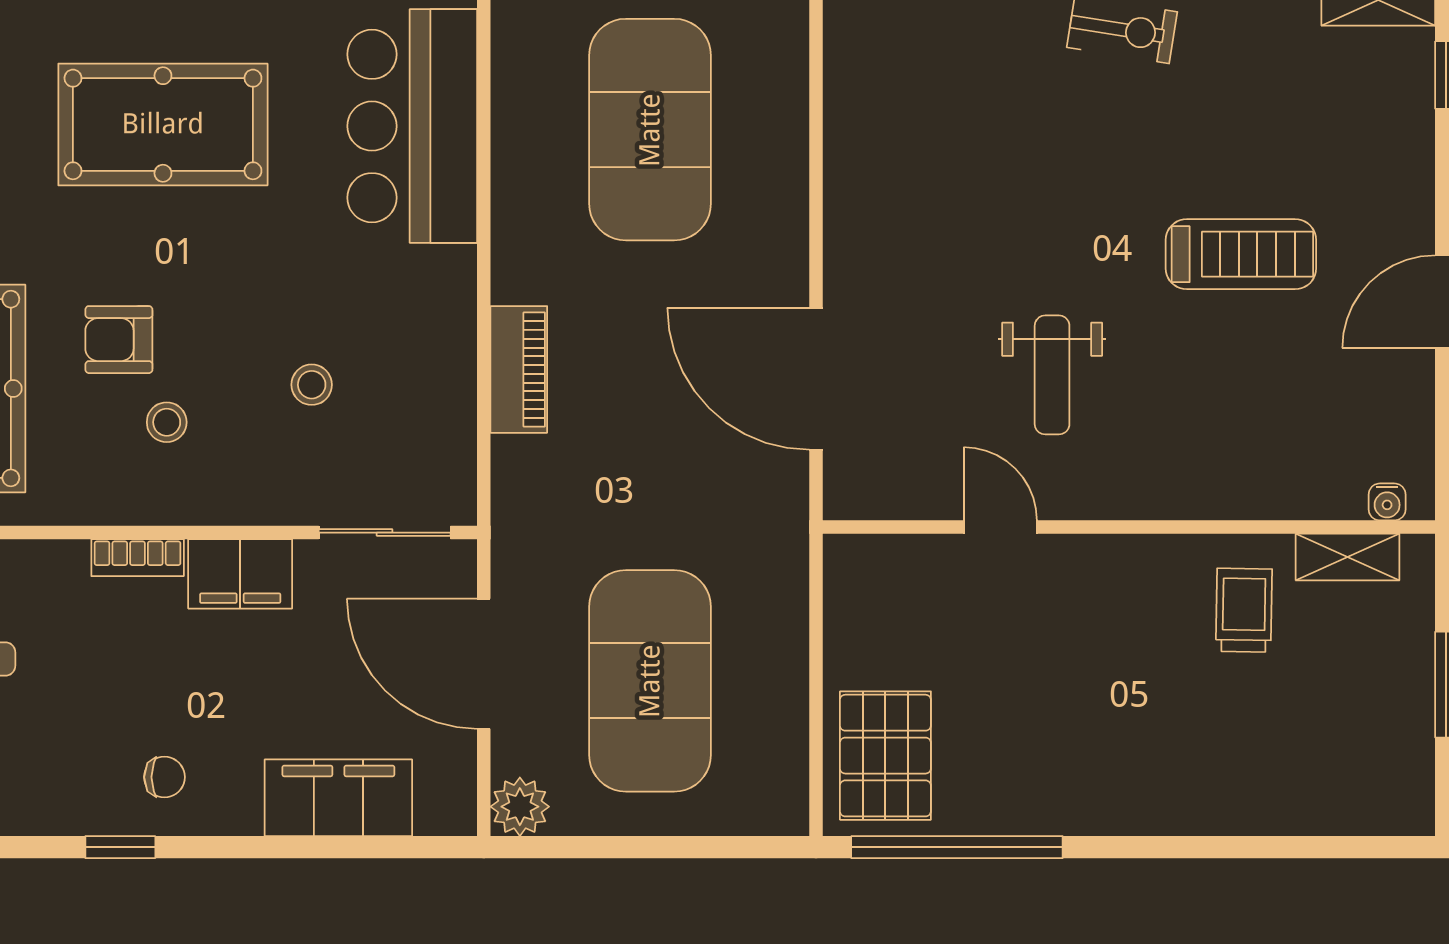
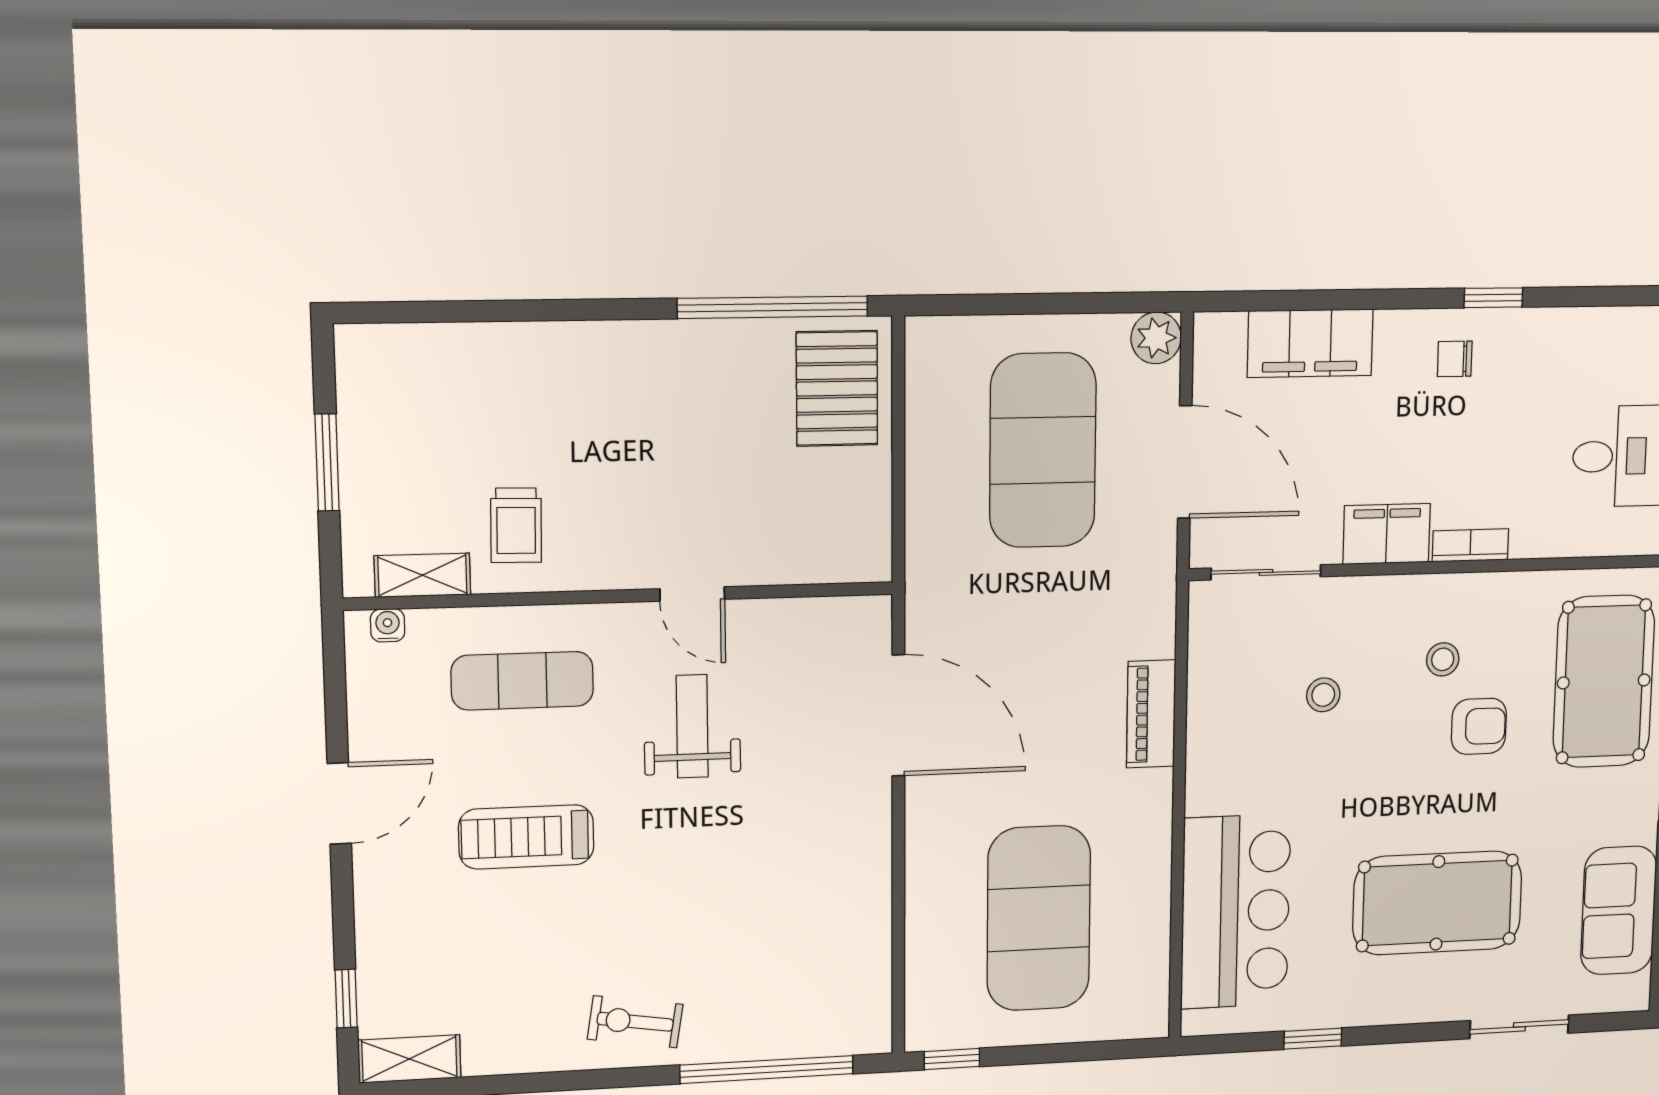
exercise mat: (1241, 434) -> (522, 681), added
door: (1000, 527) -> (692, 594), moved

